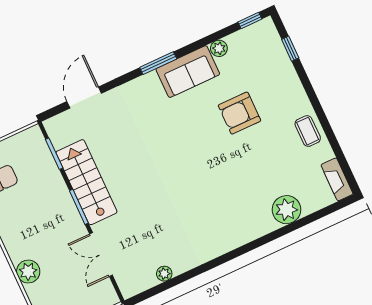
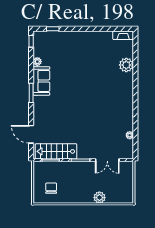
armchair: (239, 113) -> (72, 66), removed
coffee table: (308, 131) -> (95, 38), removed
stairs: (86, 182) -> (56, 151), moved

